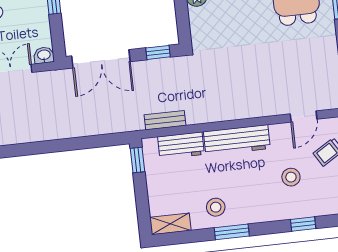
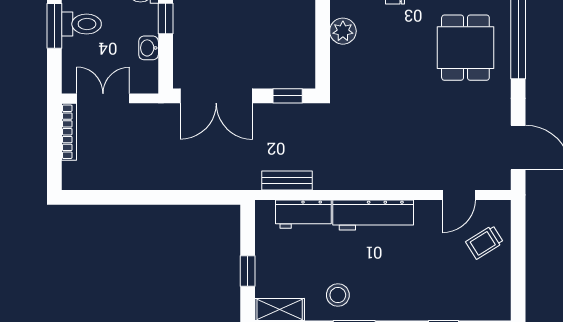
washbasin: (44, 55) -> (149, 48), moved, turned -90
window: (138, 160) -> (248, 271), moved
stool: (291, 177) -> (435, 268), removed

